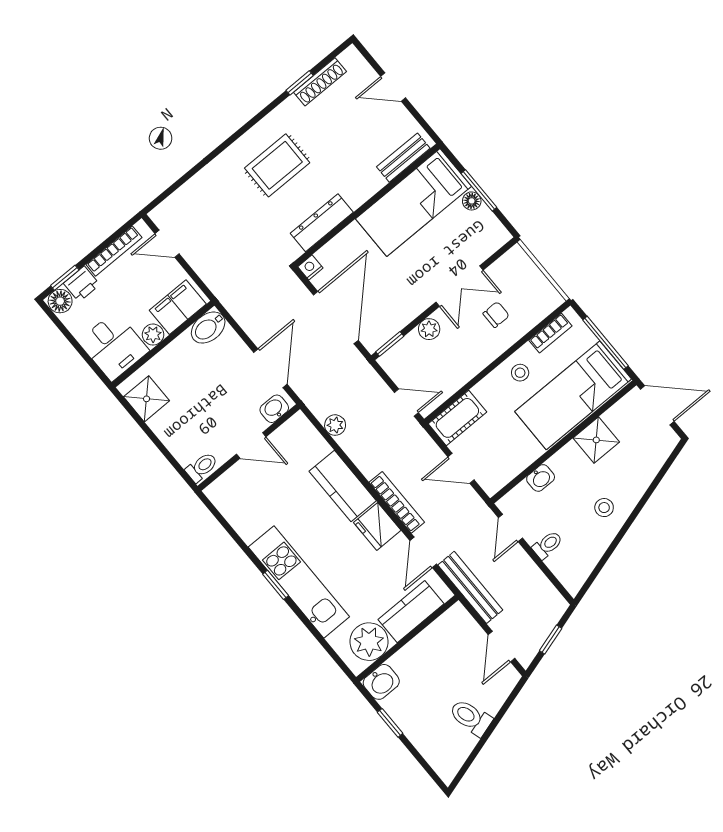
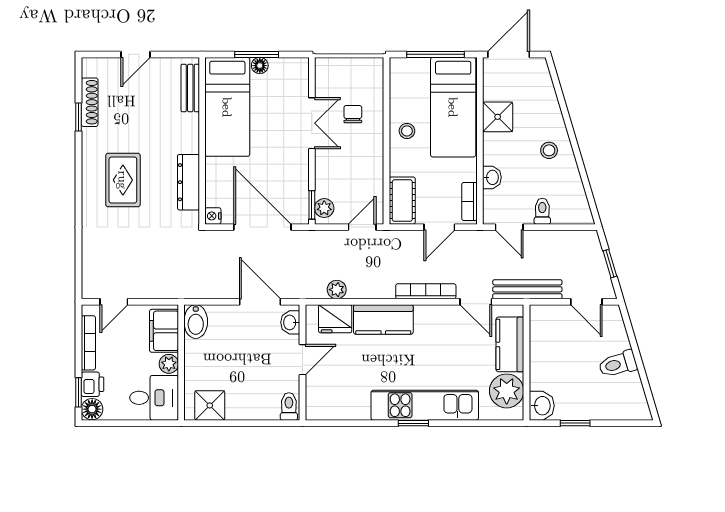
plant: (429, 329) -> (324, 208), moved
bookcase: (550, 333) -> (469, 201), moved, turned 180
fridge: (377, 526) -> (335, 319), moved

